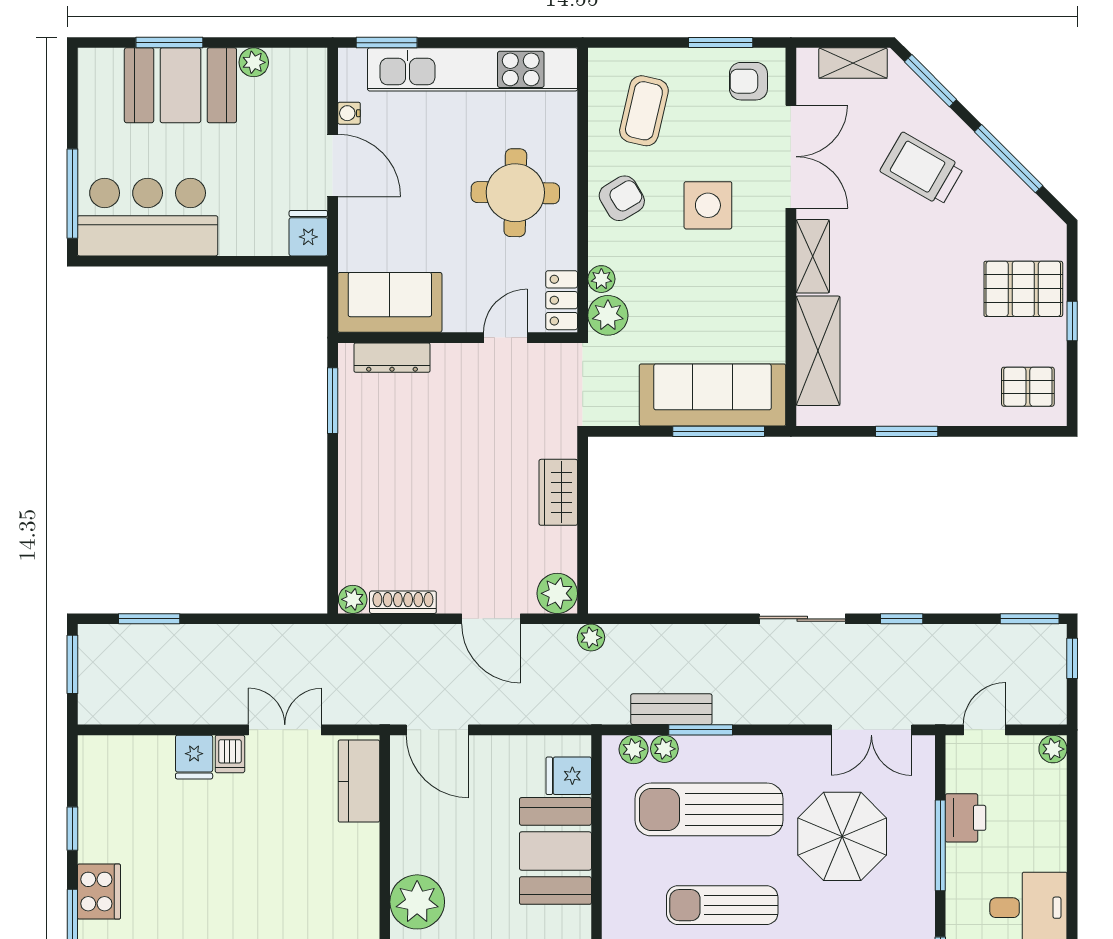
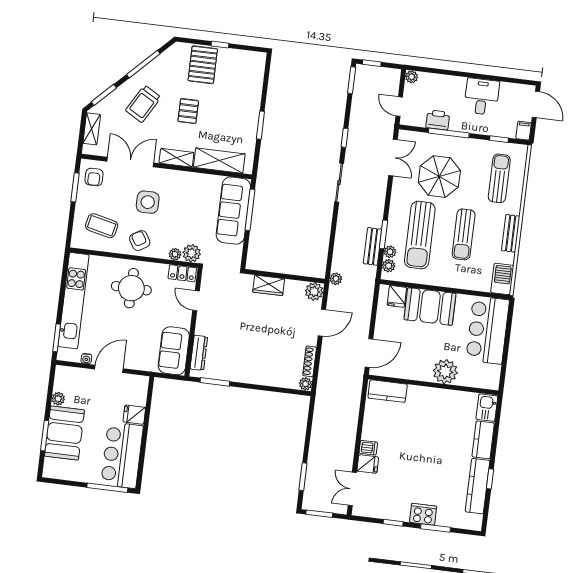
fridge: (308, 233) -> (134, 415), moved
pallet: (1028, 387) -> (188, 111), moved
double door: (285, 730) -> (352, 489), moved

